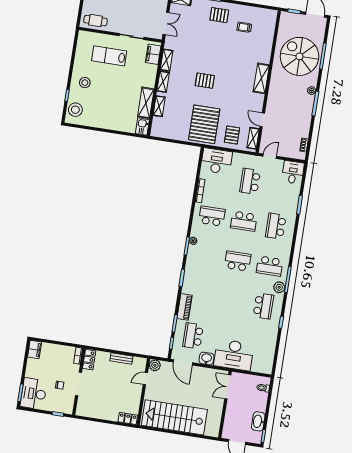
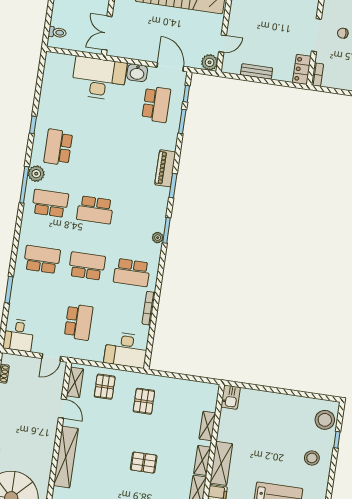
shelving: (261, 78) -> (66, 457), width x1.47
shelving: (146, 103) -> (221, 463), moved
pallet: (204, 124) -> (144, 401), width x0.49, depth x0.50
school desk: (276, 226) -> (42, 259), turned -90
piano: (185, 307) -> (165, 168), moved
double door: (228, 387) -> (107, 33), swing flipped

